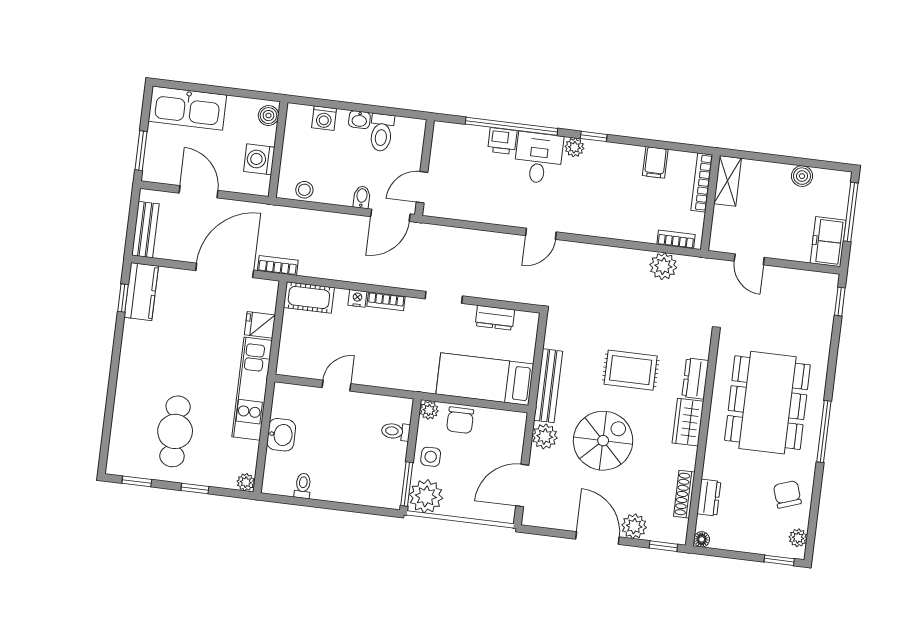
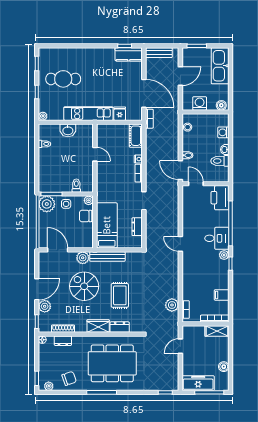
printer: (502, 141) -> (220, 198), moved, width x1.87, depth x1.48
freezer: (828, 242) -> (198, 383), width x1.40
spiral stairs: (603, 441) -> (84, 286), turned 180

